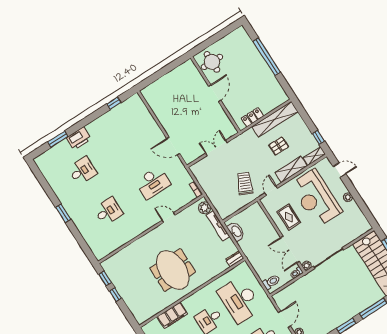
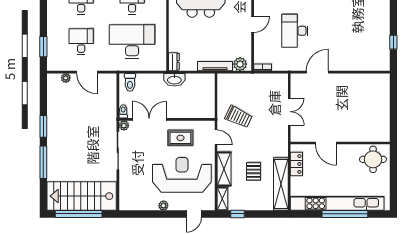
kitchen unit: (262, 68) -> (337, 203), added
door: (215, 93) -> (326, 143), moved
washbasin: (236, 231) -> (174, 80), moved

